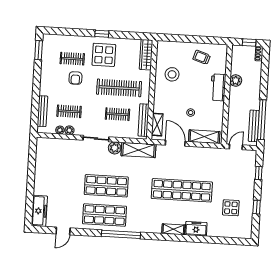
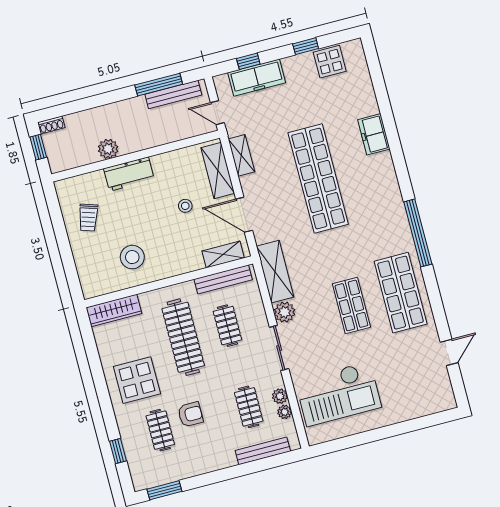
window: (102, 34) -> (118, 451), moved
window: (262, 120) -> (159, 85), width x0.68
door: (175, 143) -> (244, 215), hinge flipped
checkout: (60, 163) -> (338, 394), added
shop shelf: (106, 186) -> (351, 305), width x0.70, depth x0.74
display table: (231, 208) -> (330, 62), moved
freezer: (39, 211) -> (257, 78), moved, turned 180
shelving: (173, 229) -> (241, 155), moved
door: (63, 231) -> (449, 352), hinge flipped
window: (121, 234) -> (418, 233), moved

